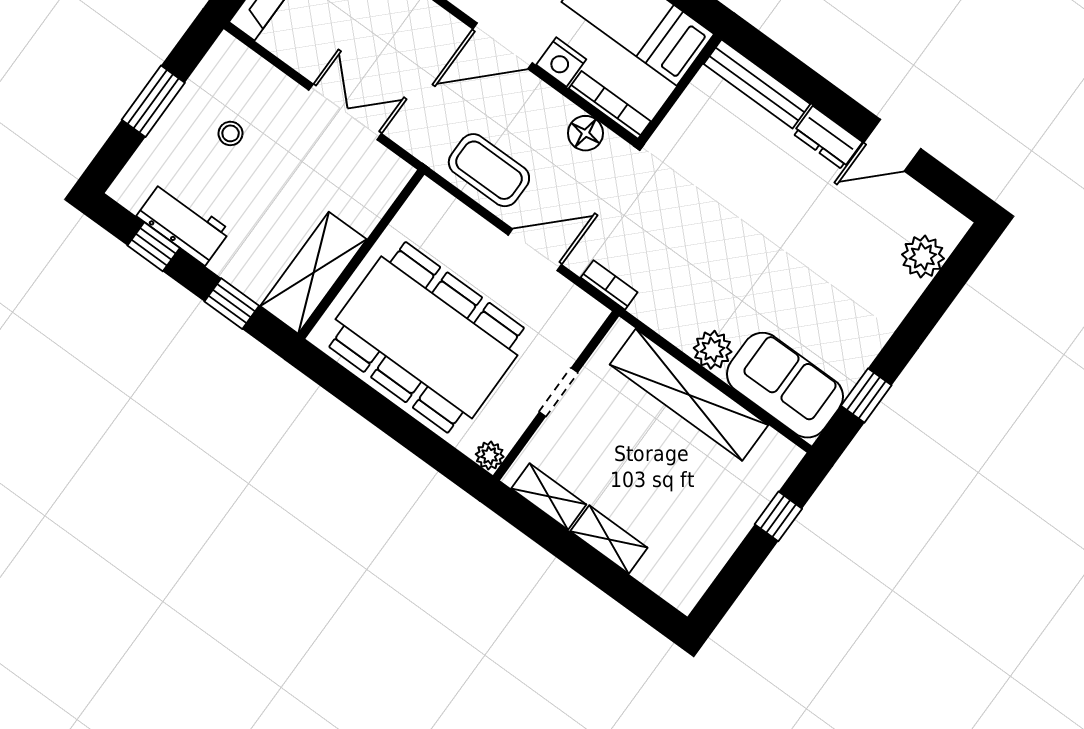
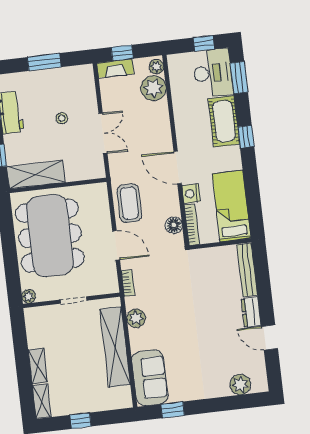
stool: (231, 133) -> (62, 118), moved
plant: (713, 350) -> (136, 318), moved
shelving: (549, 496) -> (42, 401), moved
window: (778, 516) -> (81, 421), moved

